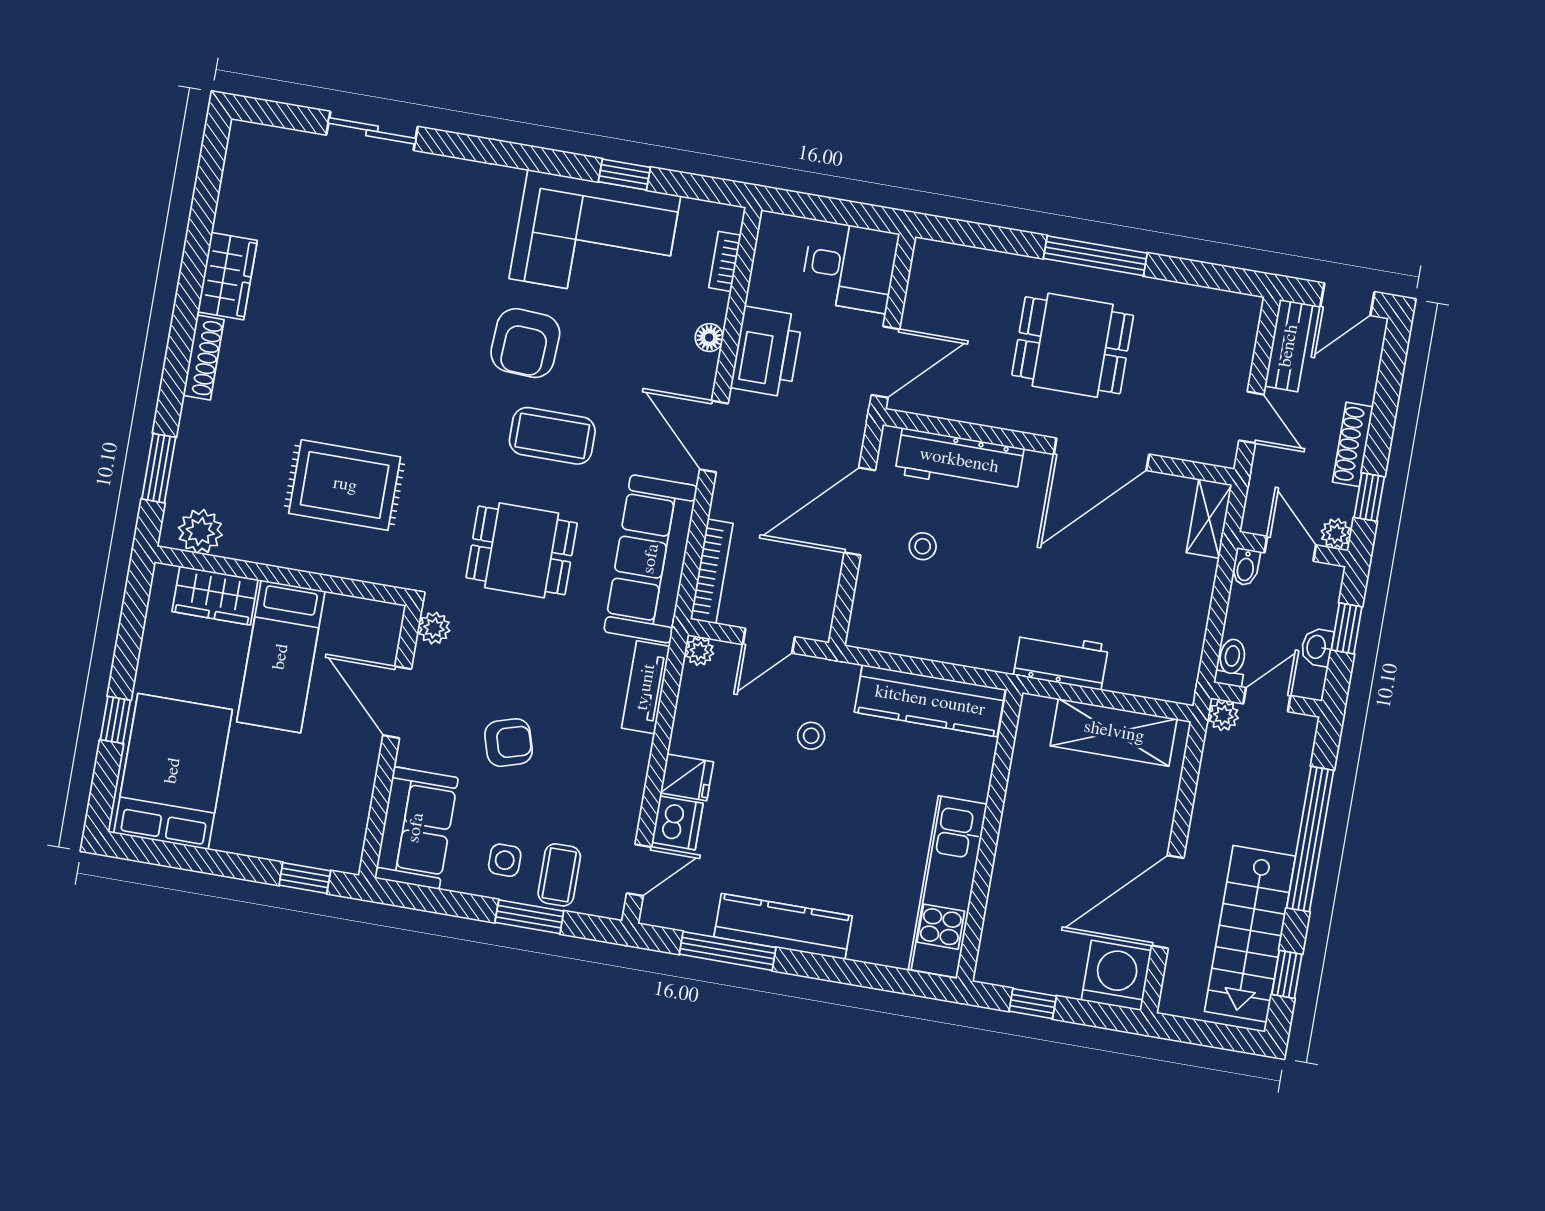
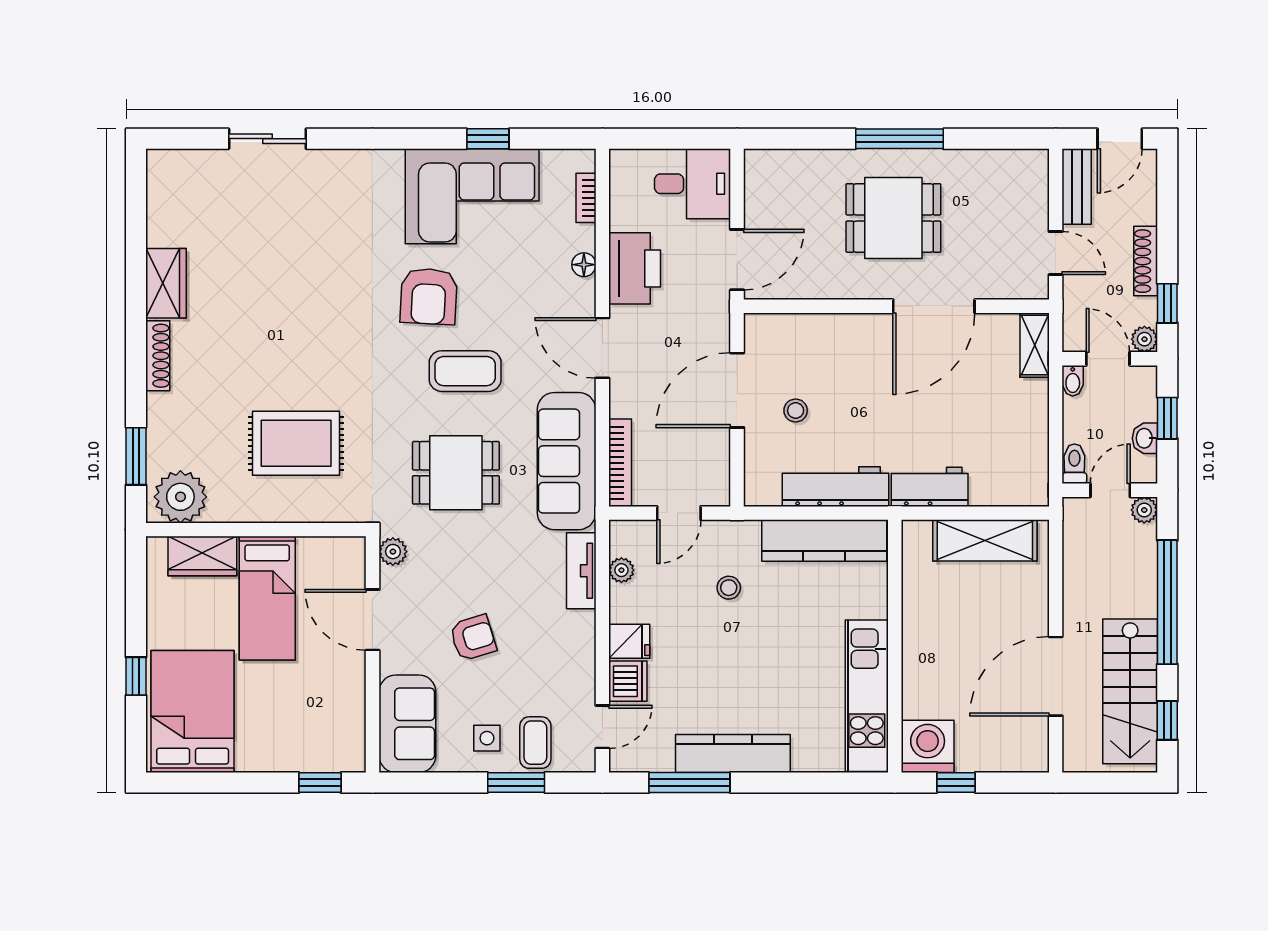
workbench: (959, 461) -> (836, 487), moved, turned 180
plant: (200, 531) -> (180, 497), width x1.36, depth x1.36
plant: (699, 651) -> (621, 570), moved
plant: (1223, 715) -> (1144, 510), moved
washing machine: (1116, 976) -> (928, 746), moved

